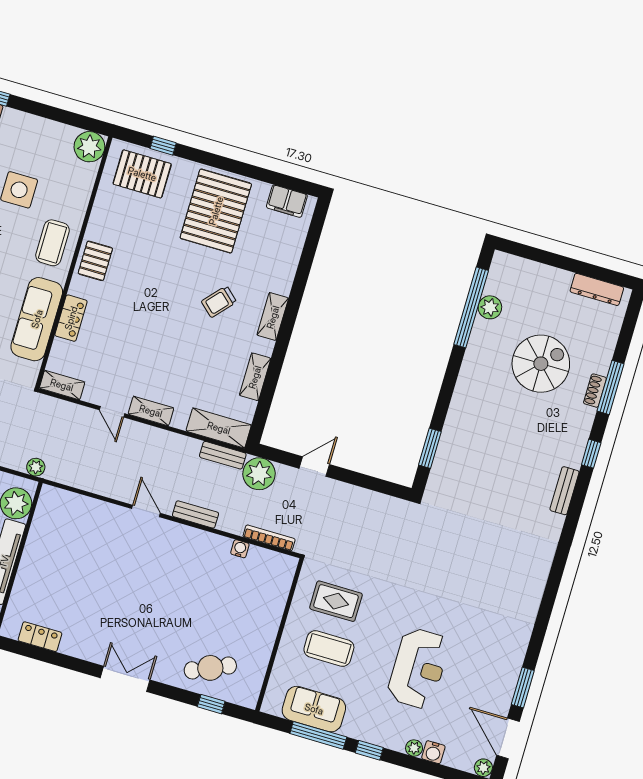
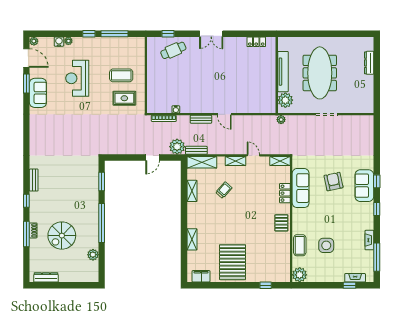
pallet: (142, 174) -> (272, 269), removed
coffee table: (52, 243) -> (300, 245), moved
trolley: (219, 302) -> (224, 190), moved
window: (471, 307) -> (102, 223), moved
shelving: (273, 317) -> (192, 239), moved
sofa: (314, 709) -> (38, 93), moved, turned -90

